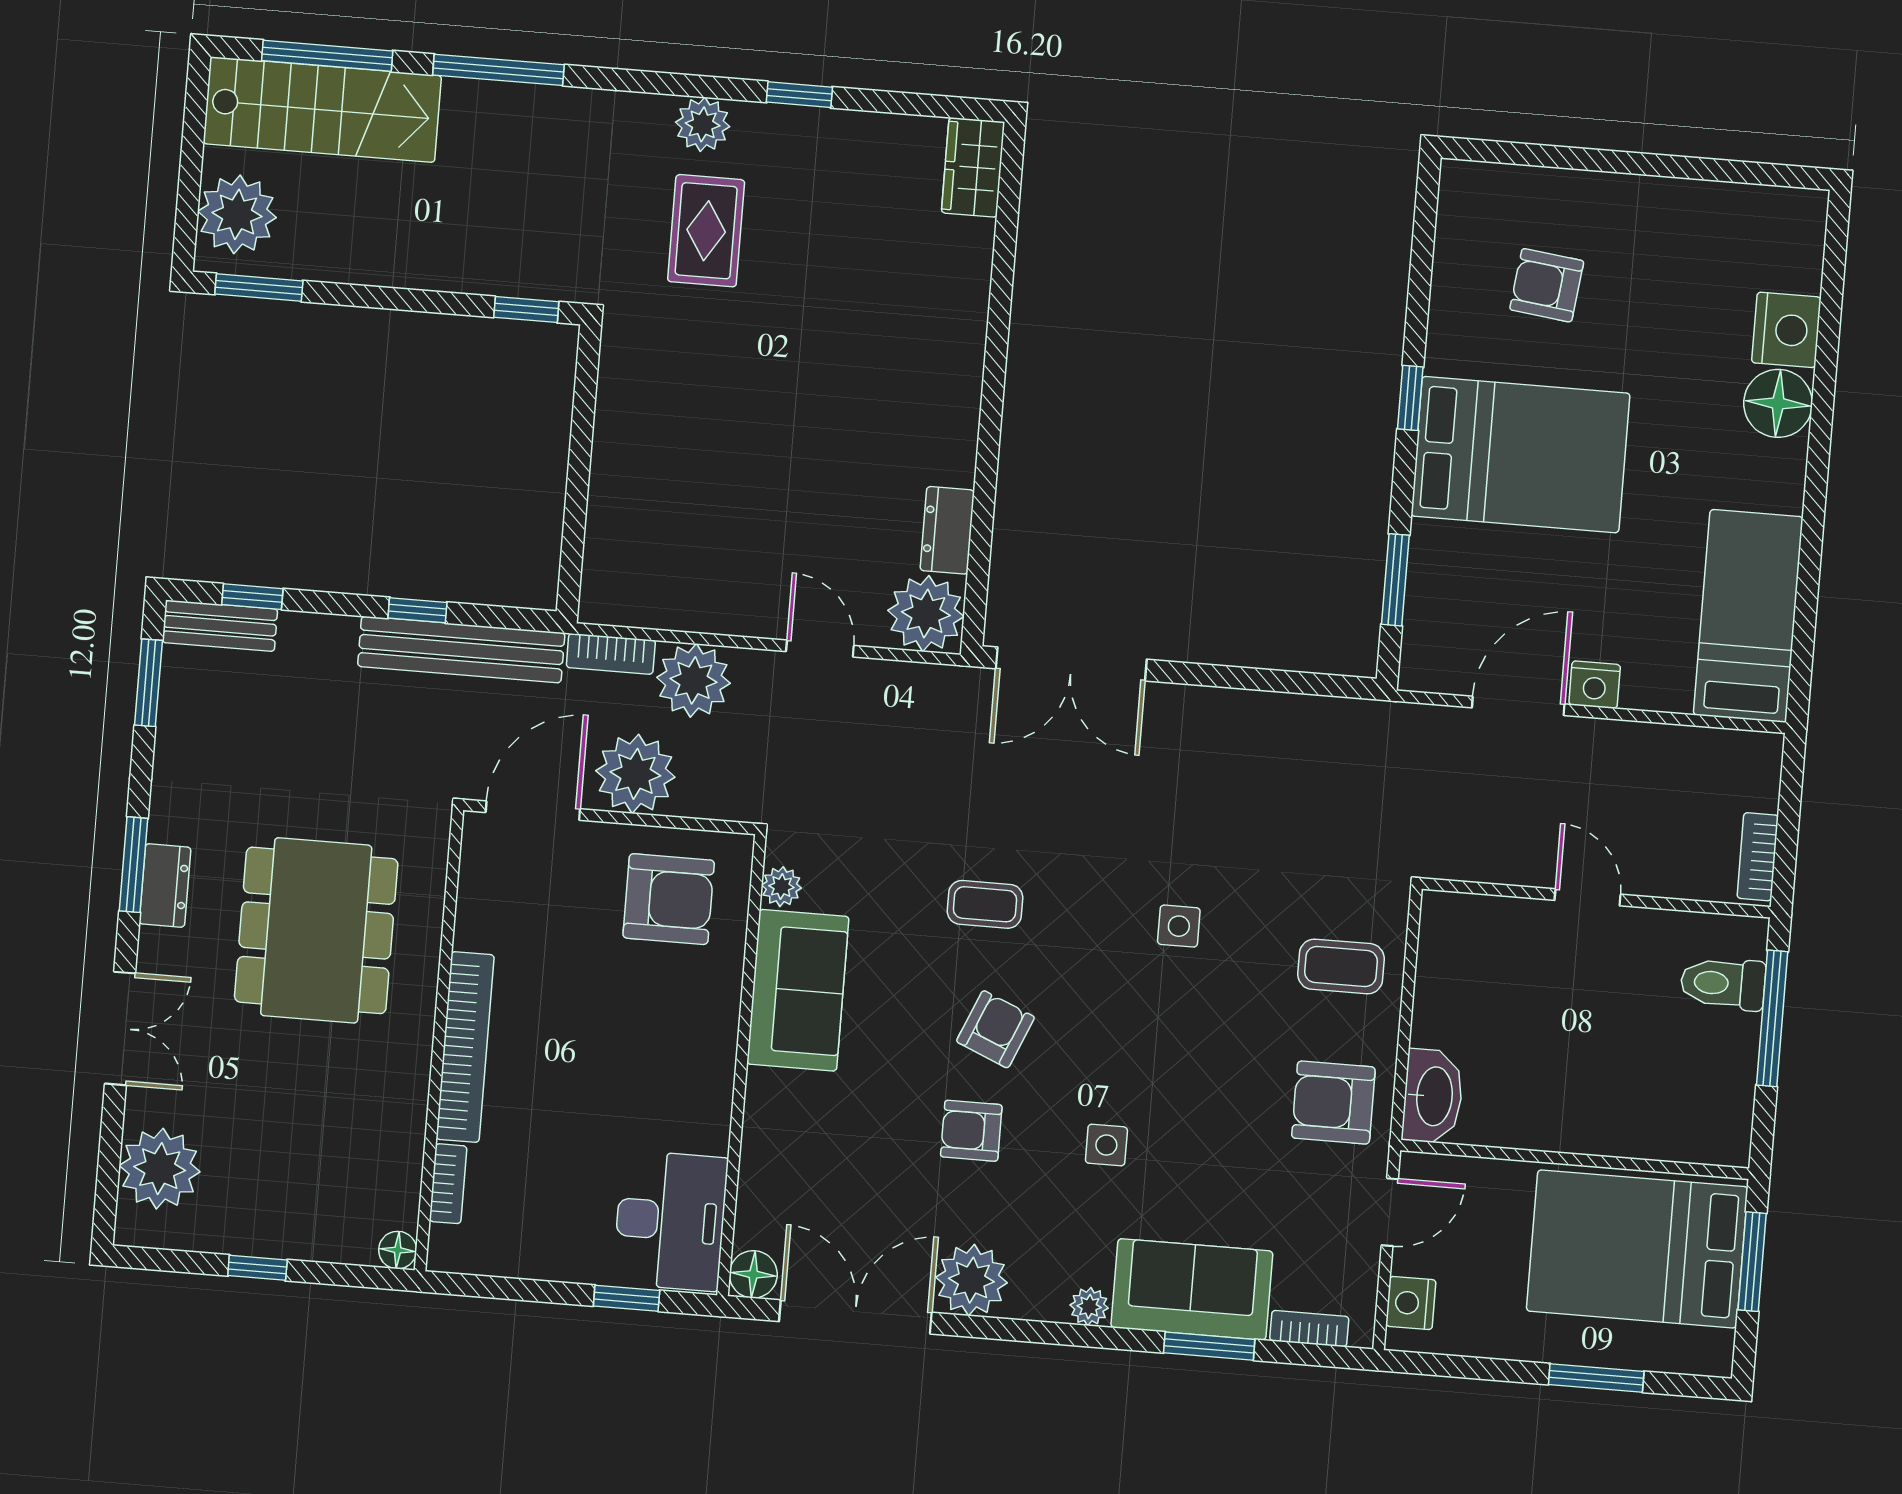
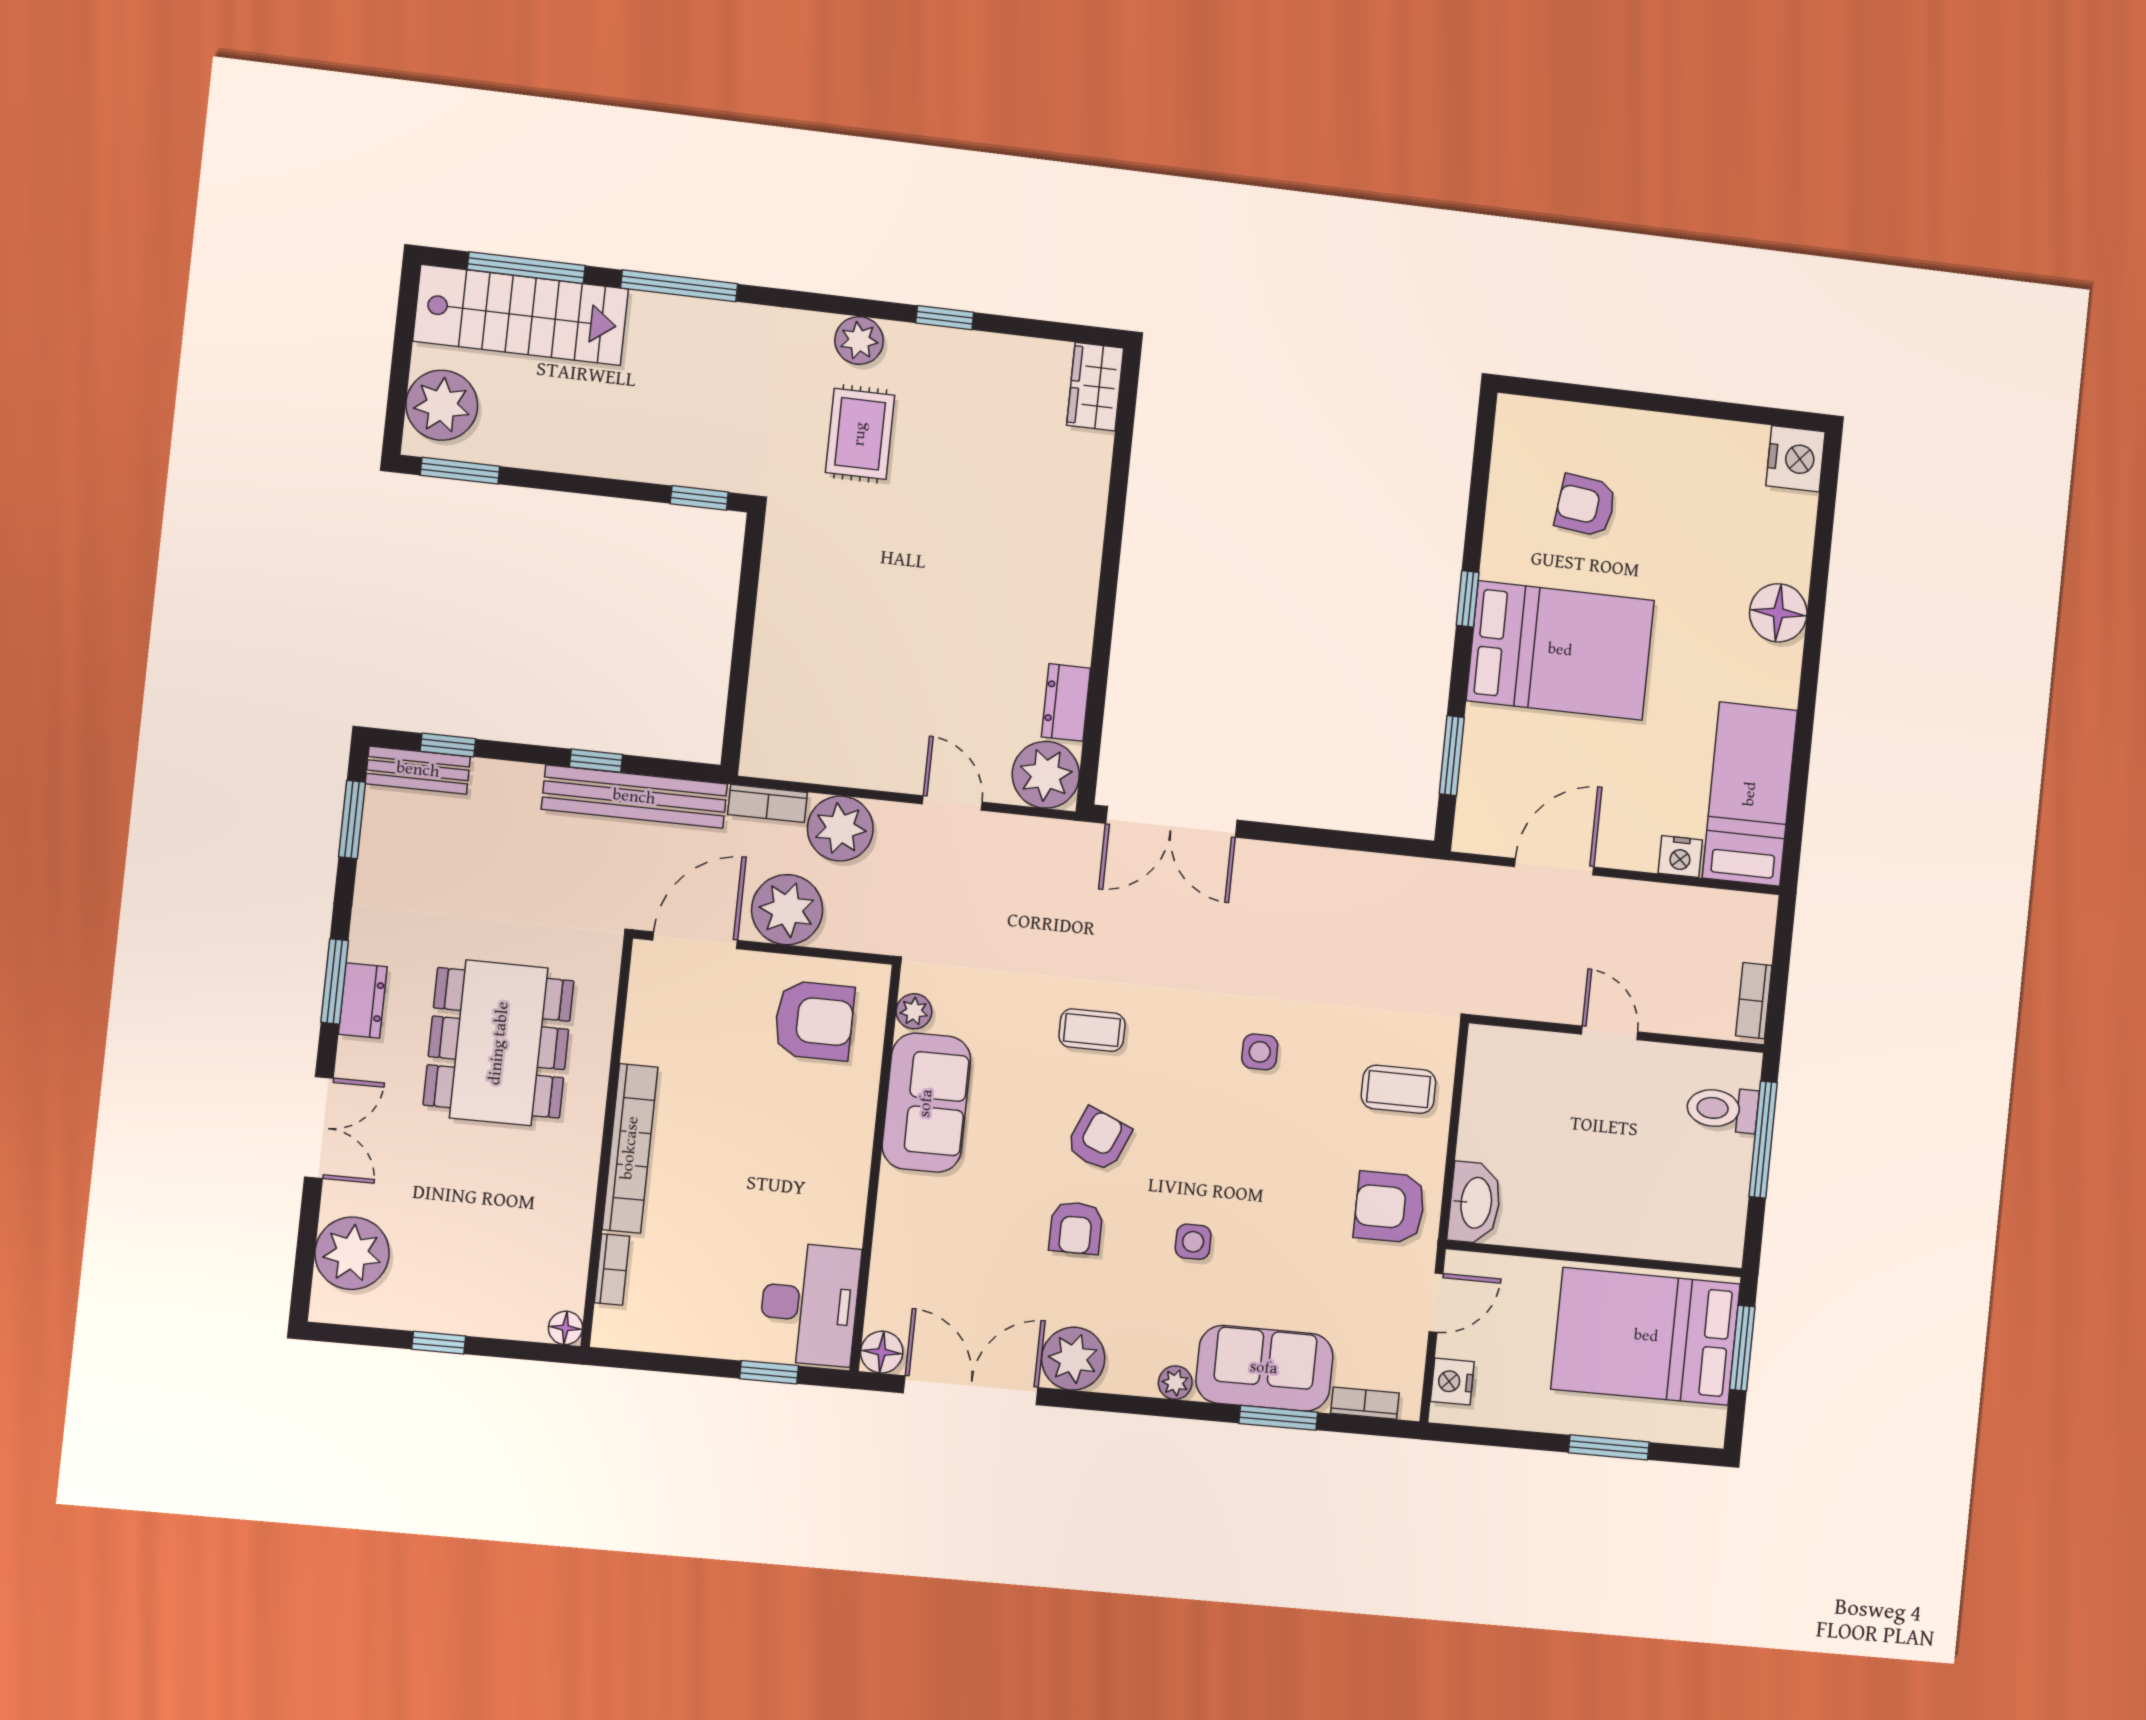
nightstand: (1786, 330) -> (1796, 459), moved
nightstand: (1595, 685) -> (1680, 857), moved
armchair: (971, 1131) -> (1076, 1228), turned -90

